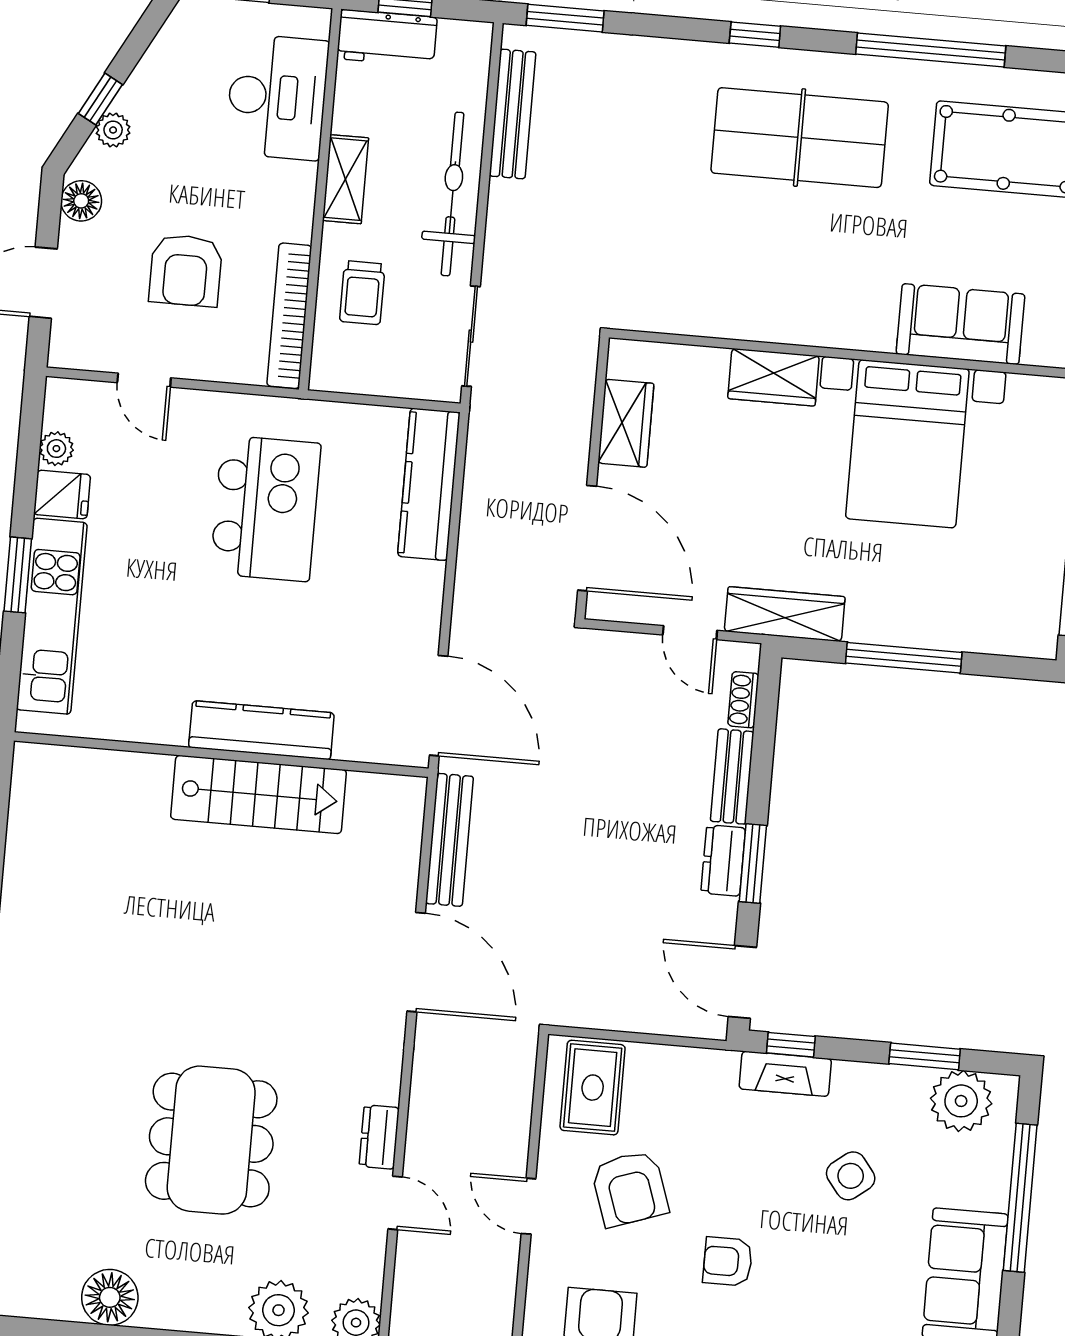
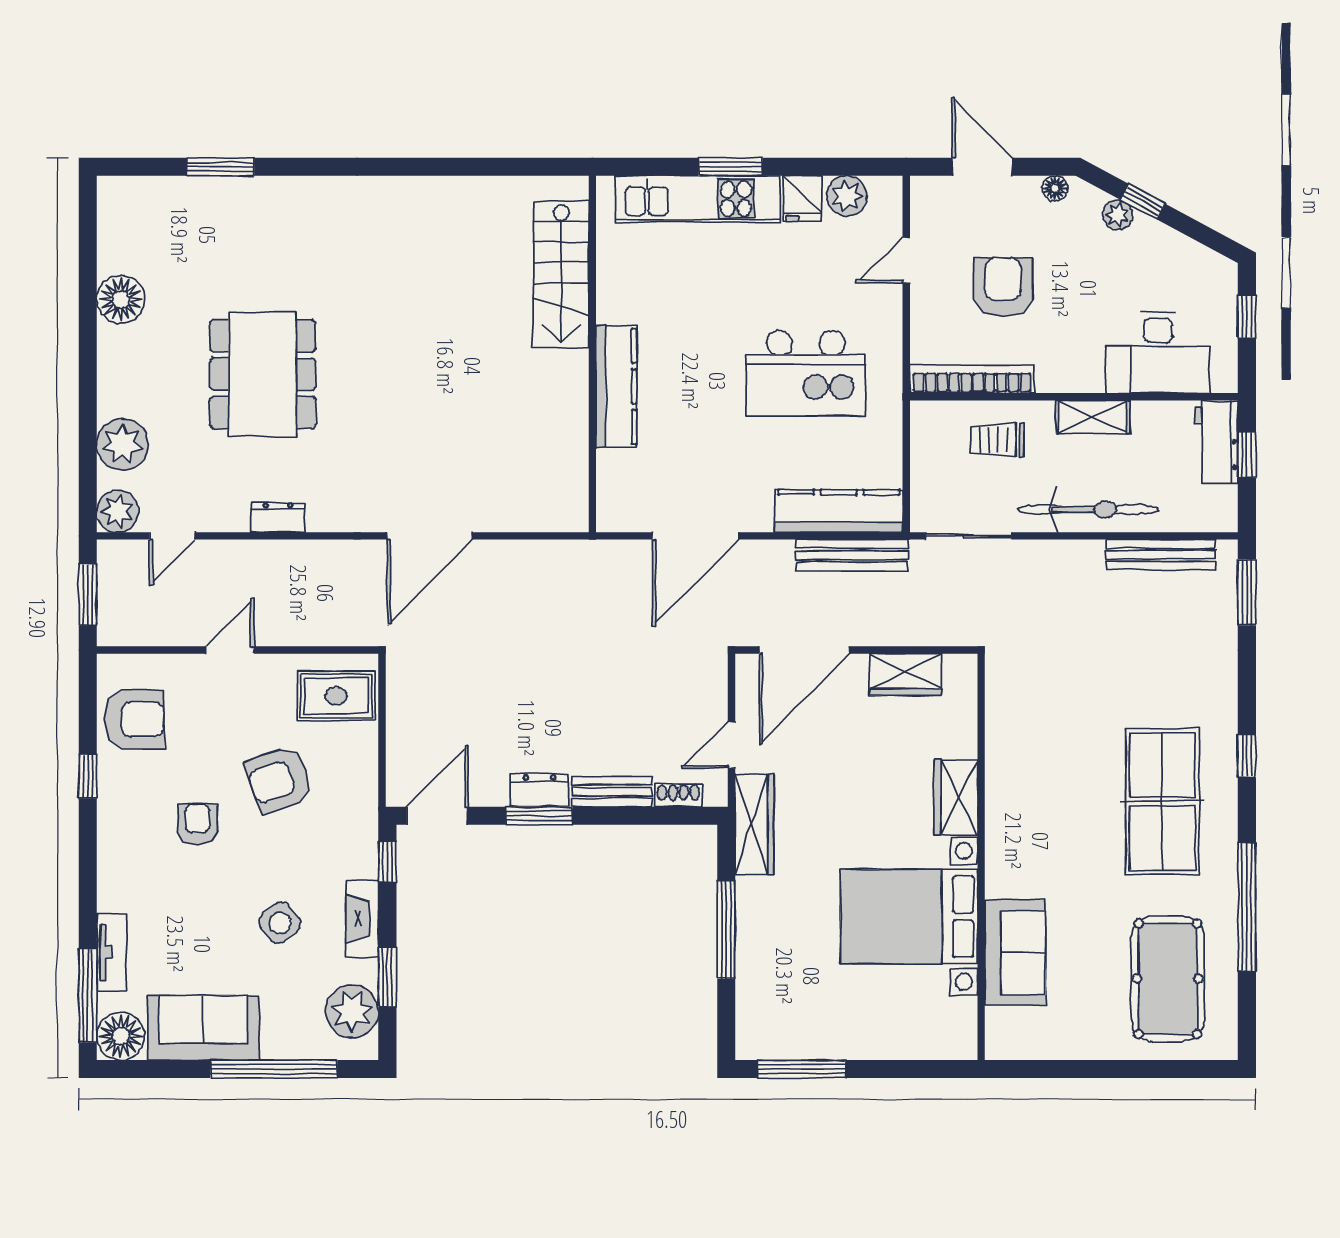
floor lamp: (81, 201) -> (1055, 188), width x0.73, depth x0.73
armchair: (186, 270) -> (1003, 287), turned 90
plant: (56, 449) -> (847, 196), width x1.38, depth x1.38
door: (439, 706) -> (695, 536), moved
stairs: (259, 794) -> (561, 274), moved
bench: (449, 840) -> (852, 555), moved
fireplace: (785, 1074) -> (362, 919), moved
dining table: (211, 1140) -> (263, 374), turned 90
armchair: (630, 1189) -> (279, 780), moved
door: (395, 1203) -> (172, 536), moved

